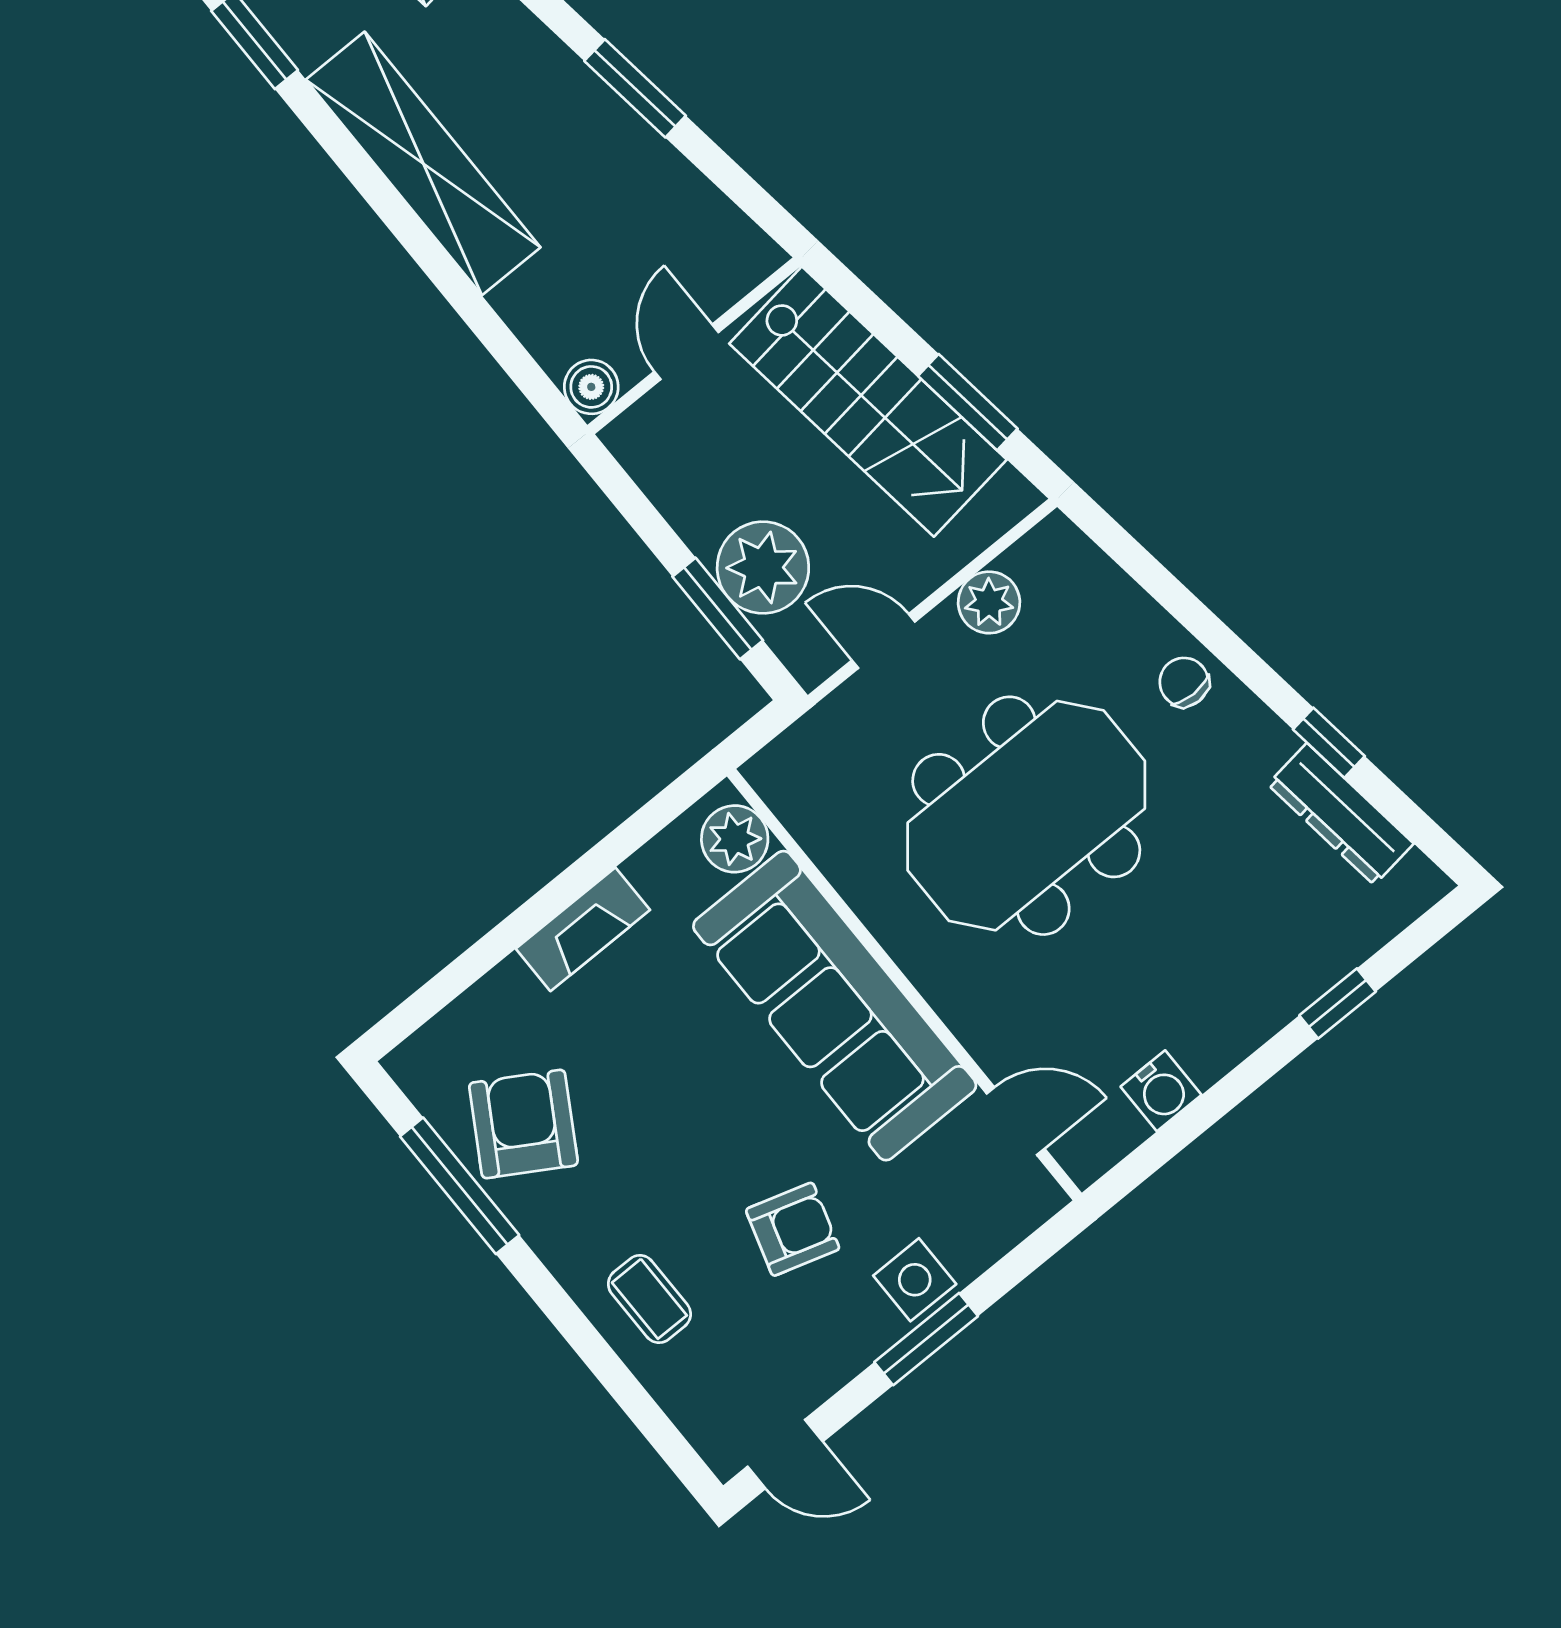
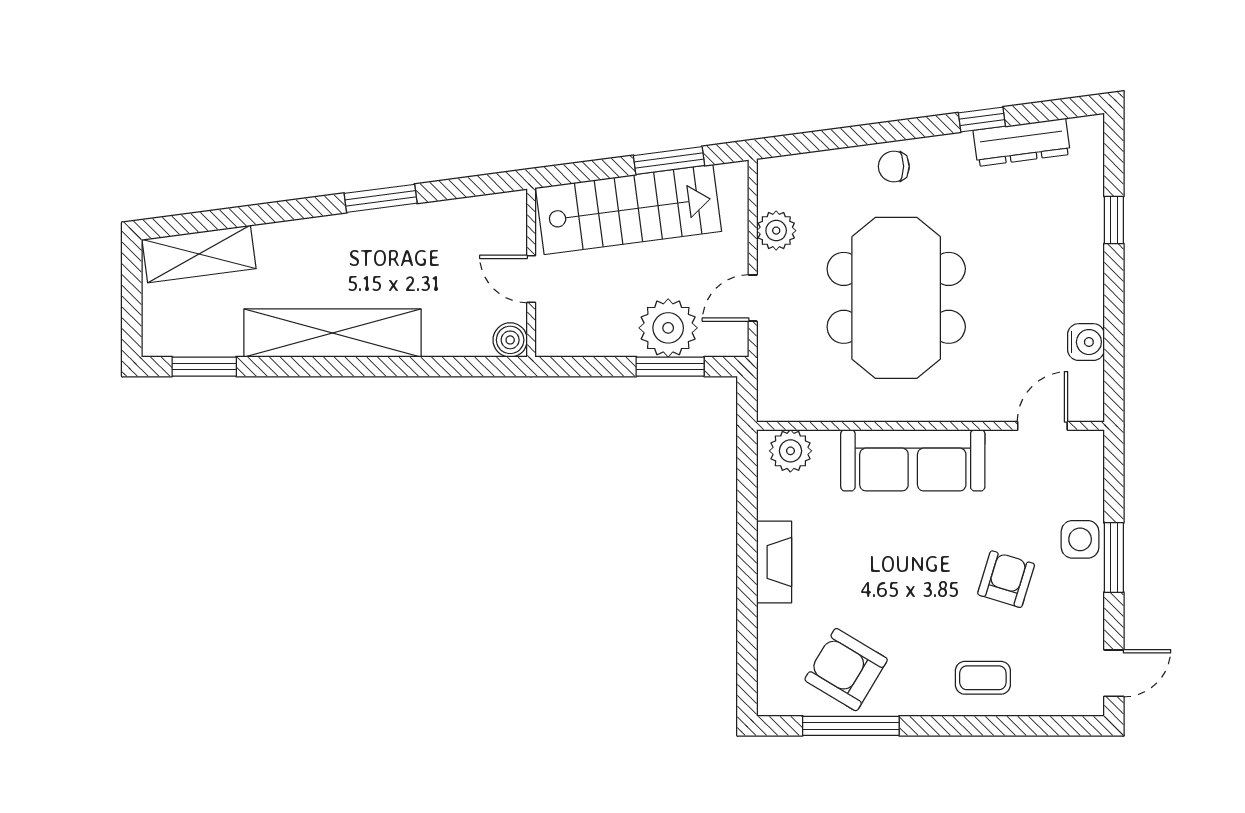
sofa: (835, 1006) -> (913, 460), width x0.74, depth x0.79

